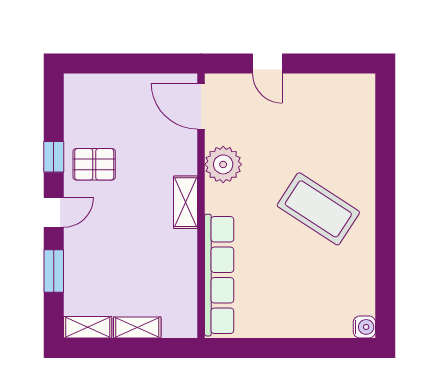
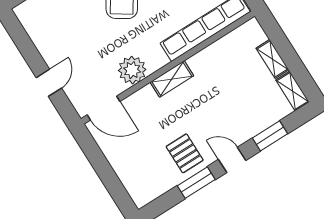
door: (201, 106) -> (103, 108), hinge flipped
window: (54, 157) -> (196, 183), width x1.50

